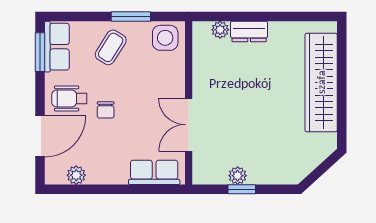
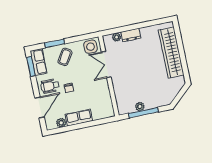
window: (131, 16) -> (55, 43), moved
double door: (189, 125) -> (106, 64), moved
row of seats: (154, 172) -> (79, 118), moved
window: (242, 189) -> (143, 113), width x2.17

